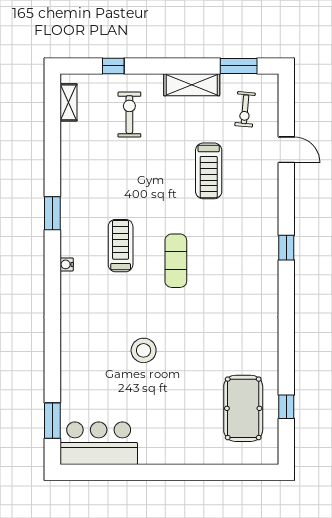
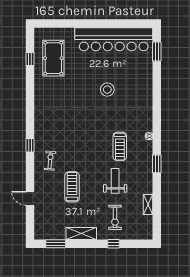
window: (113, 66) -> (113, 244), moved
shelving: (68, 102) -> (148, 204), moved
exercise bike: (245, 109) -> (50, 161), moved
weight bench: (129, 182) -> (115, 181), added
exercise mat: (176, 261) -> (90, 138), removed
bar counter: (99, 443) -> (114, 39), width x1.86

